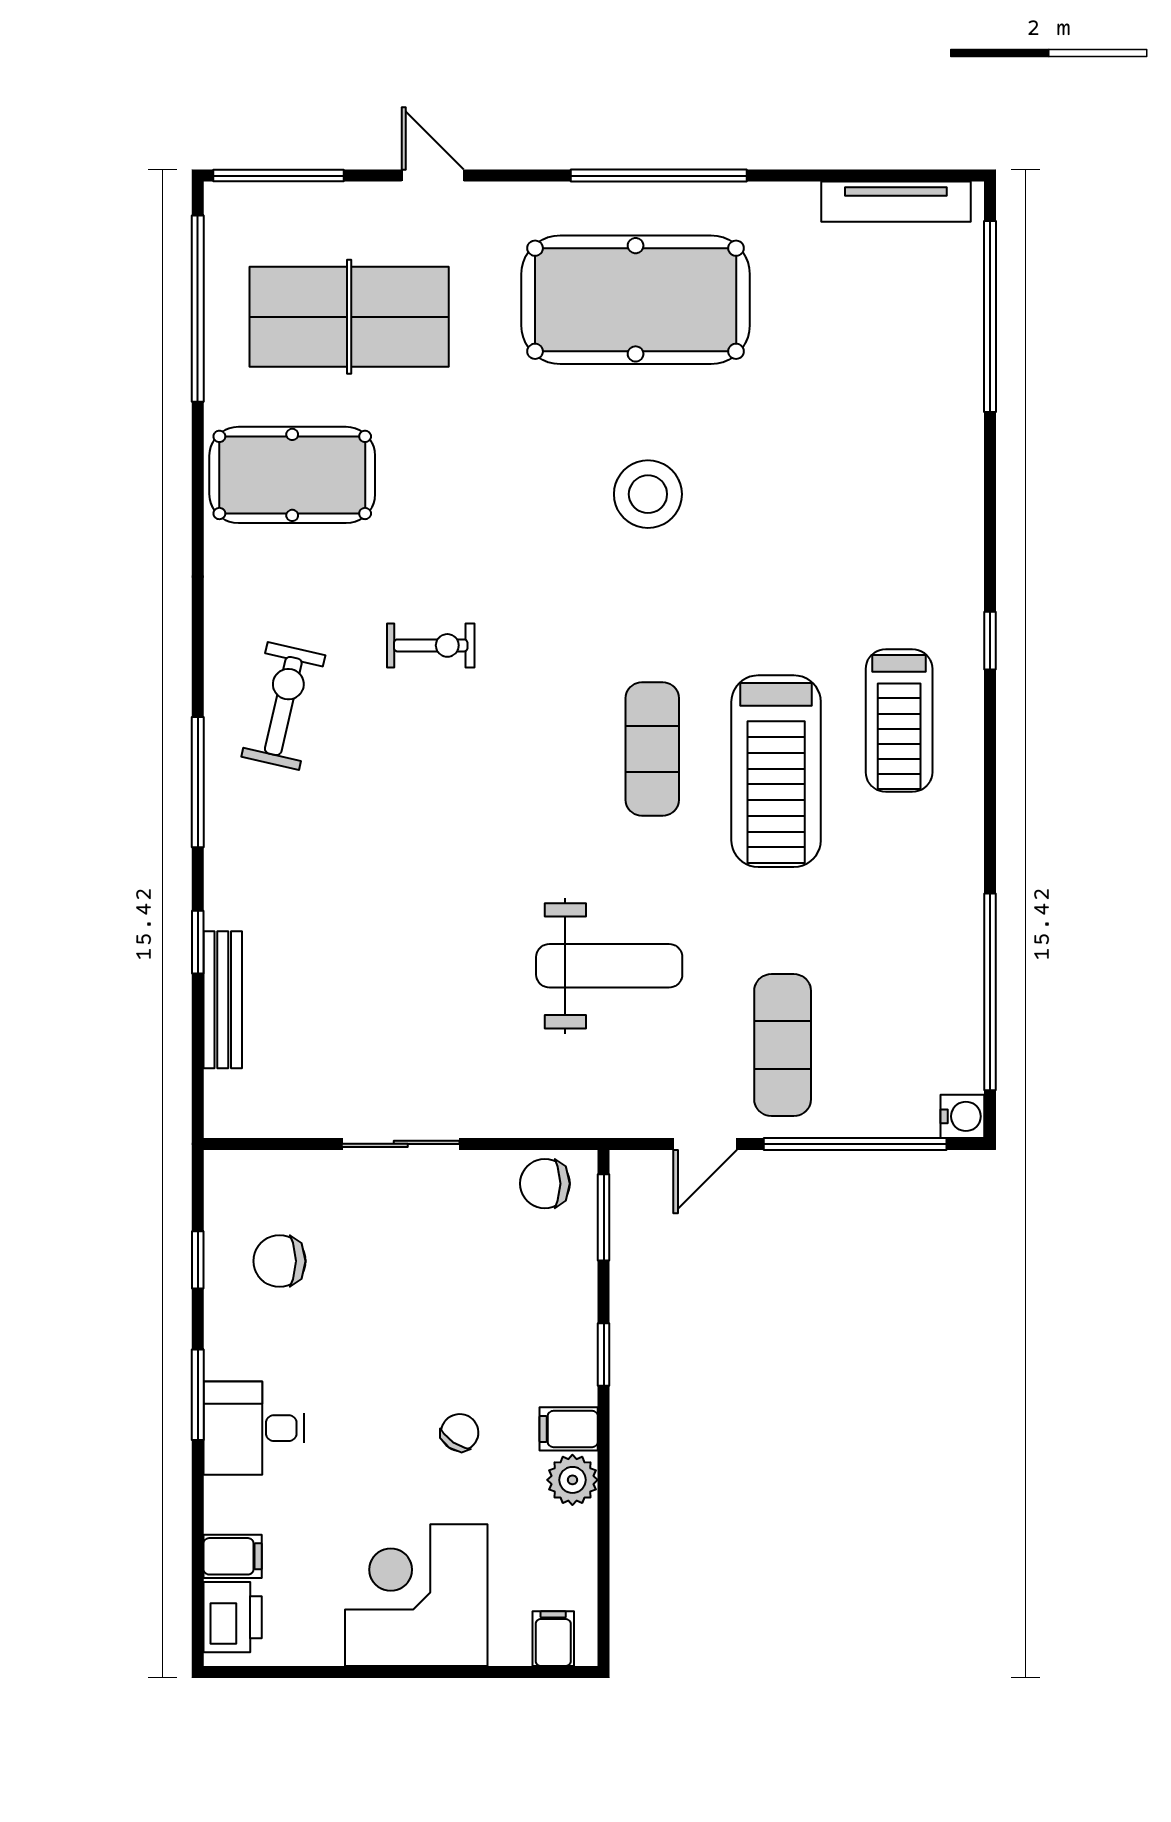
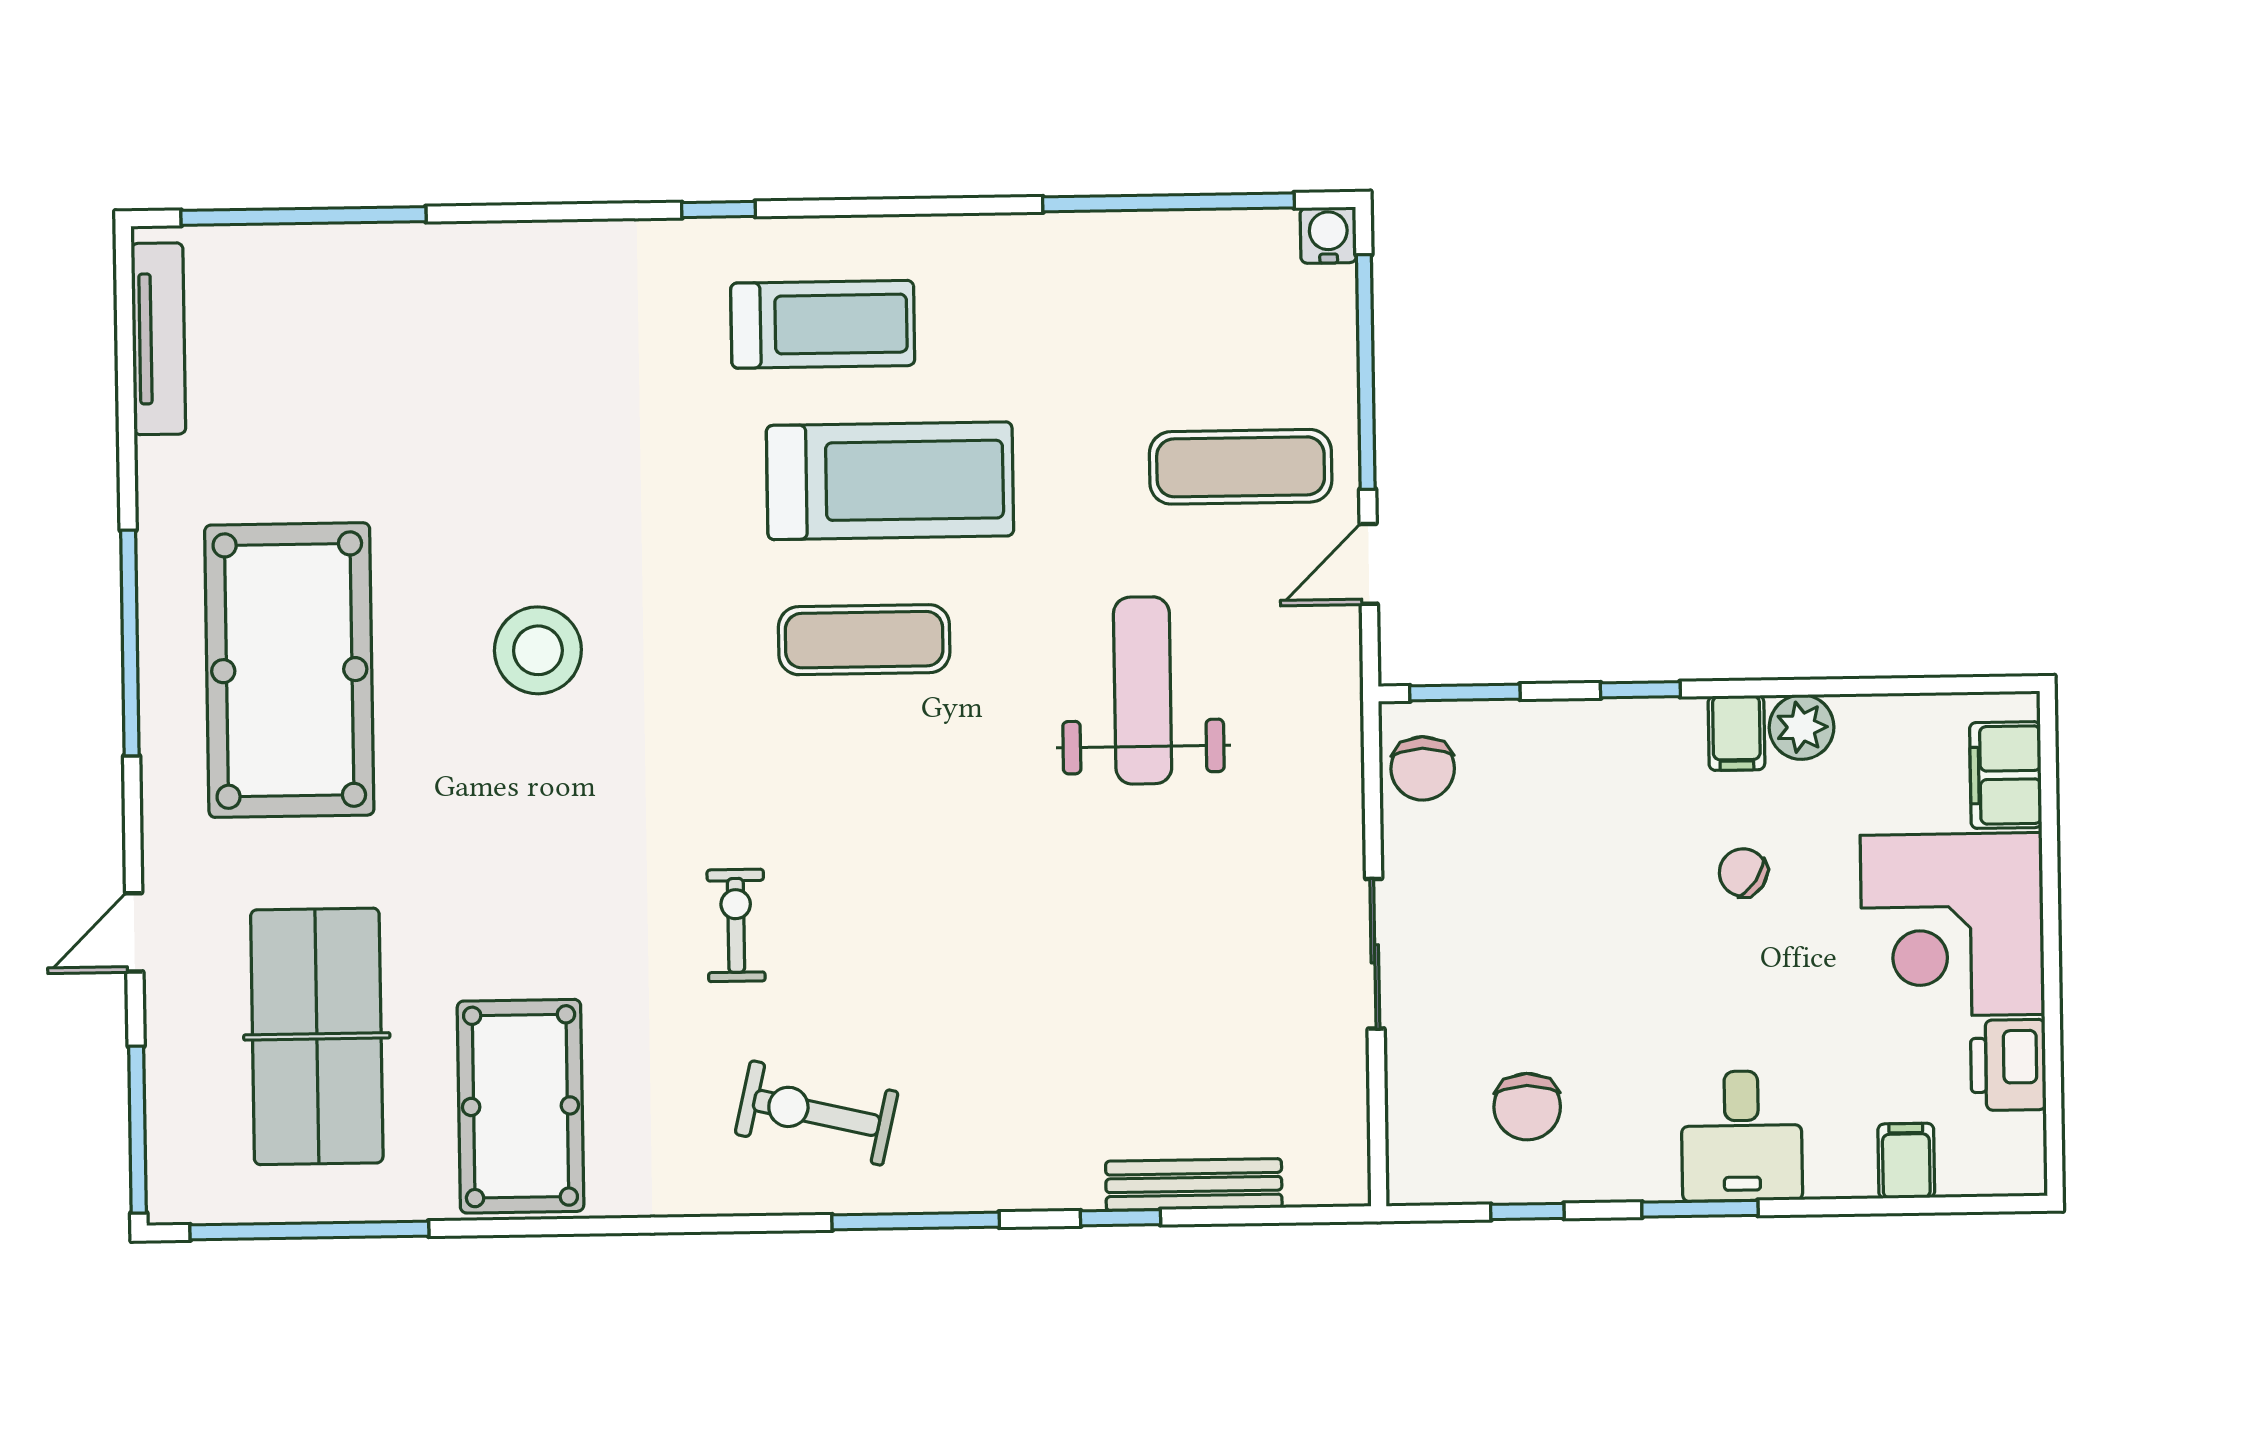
door: (705, 1144) -> (1369, 564), swing flipped
printer: (233, 1617) -> (2008, 1065), moved, turned -90
filing cabinet: (553, 1639) -> (2006, 775), width x2.00

